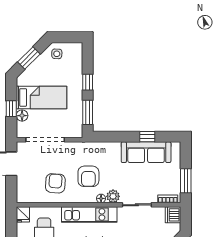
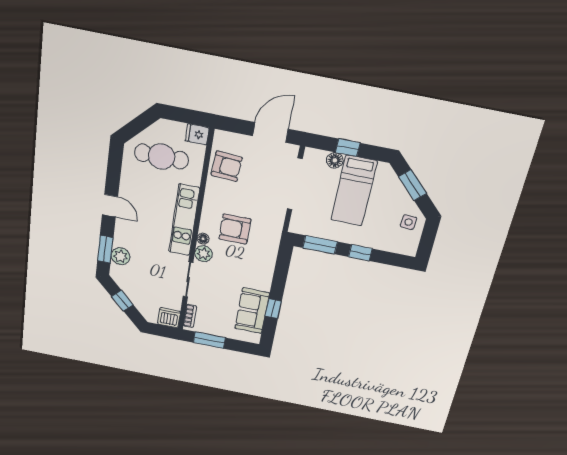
sofa: (146, 152) -> (252, 311), width x0.73
armchair: (55, 183) -> (227, 166), moved

